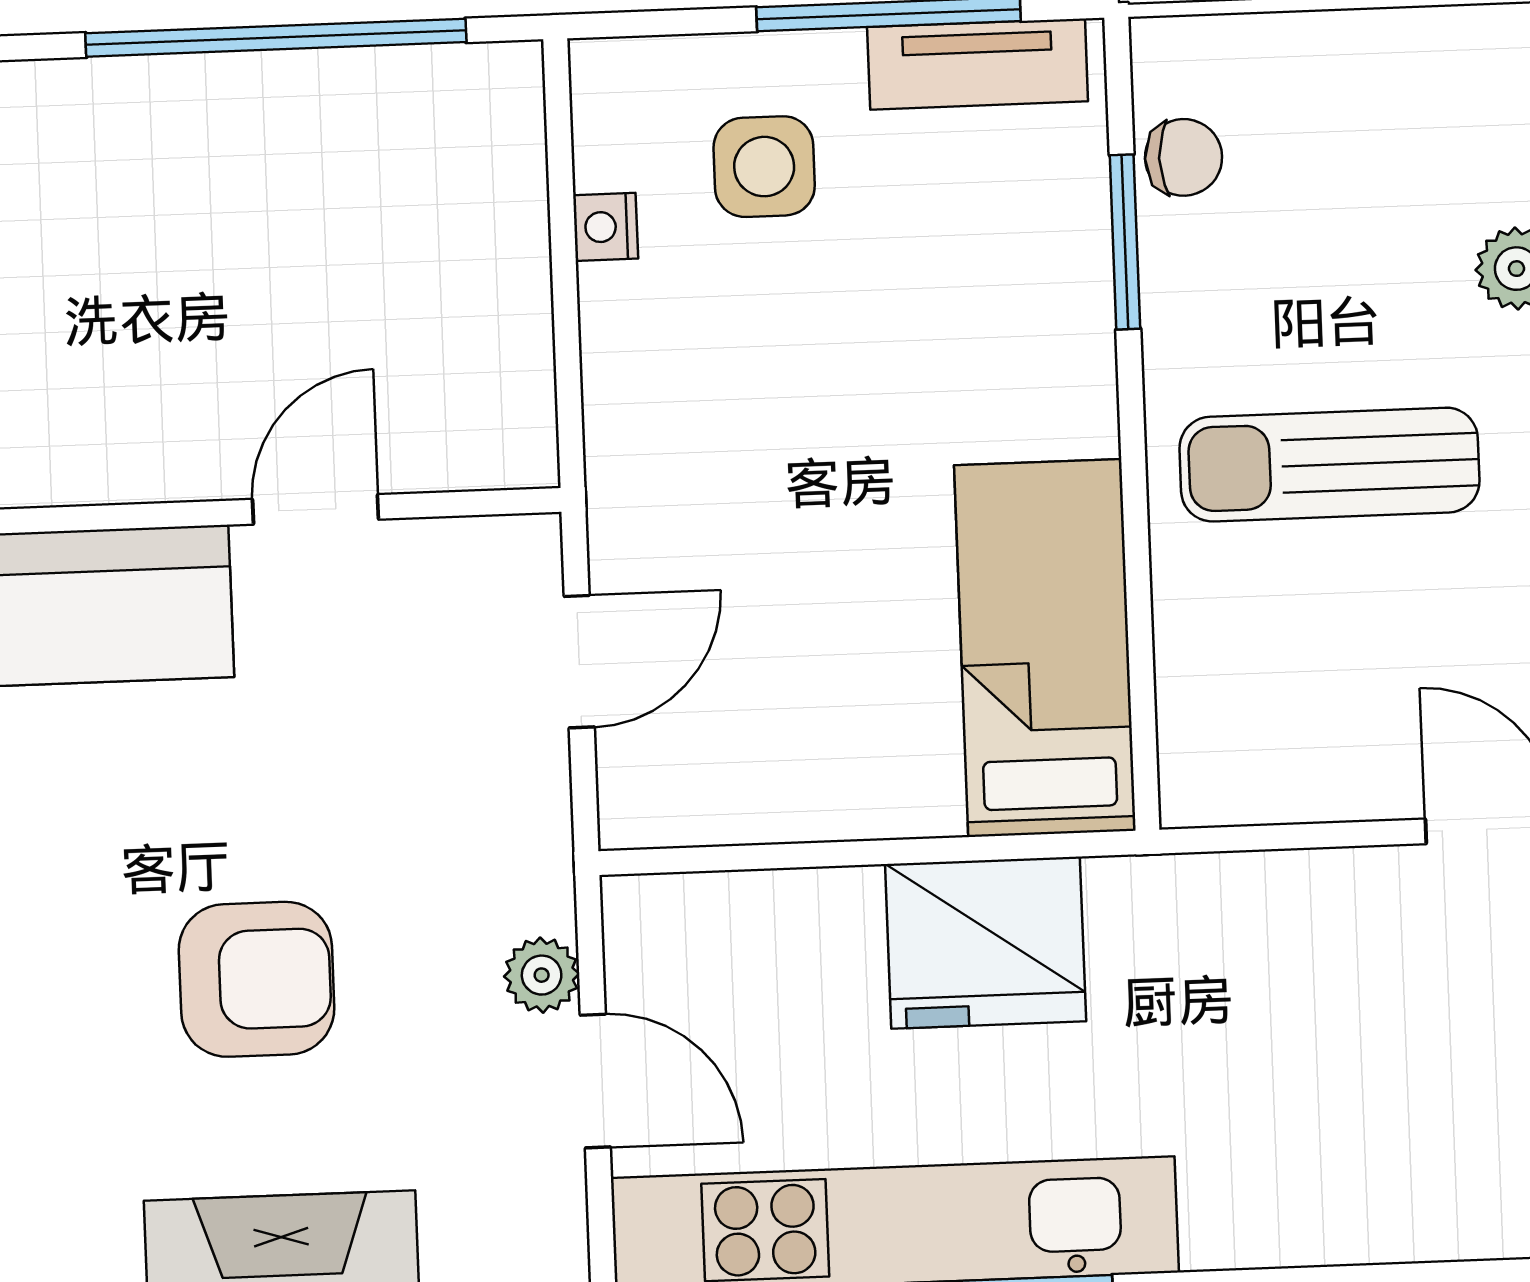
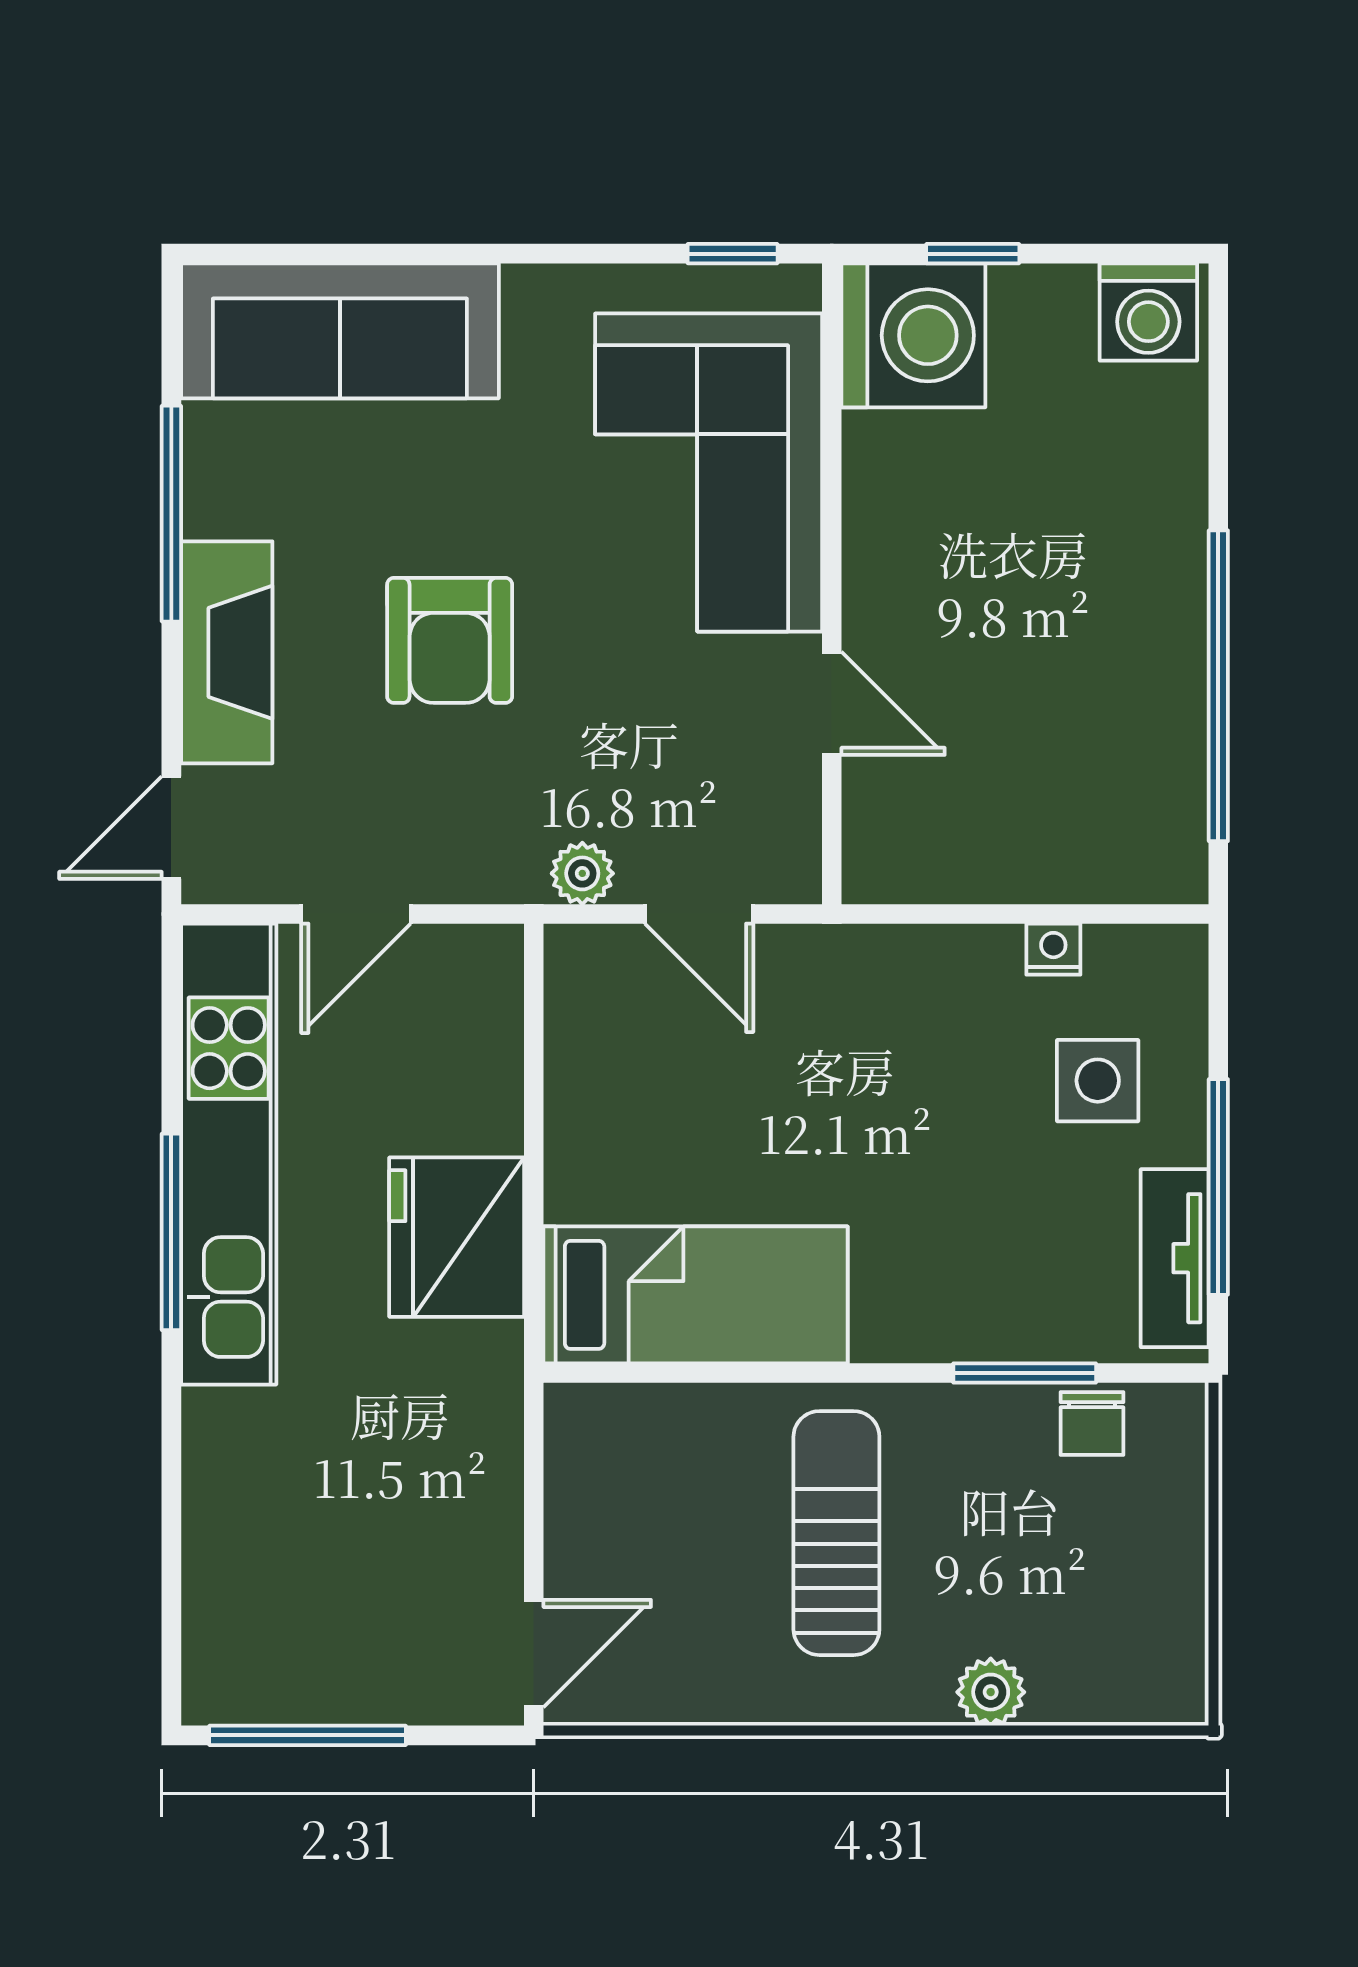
plant: (542, 975) -> (582, 873), moved

